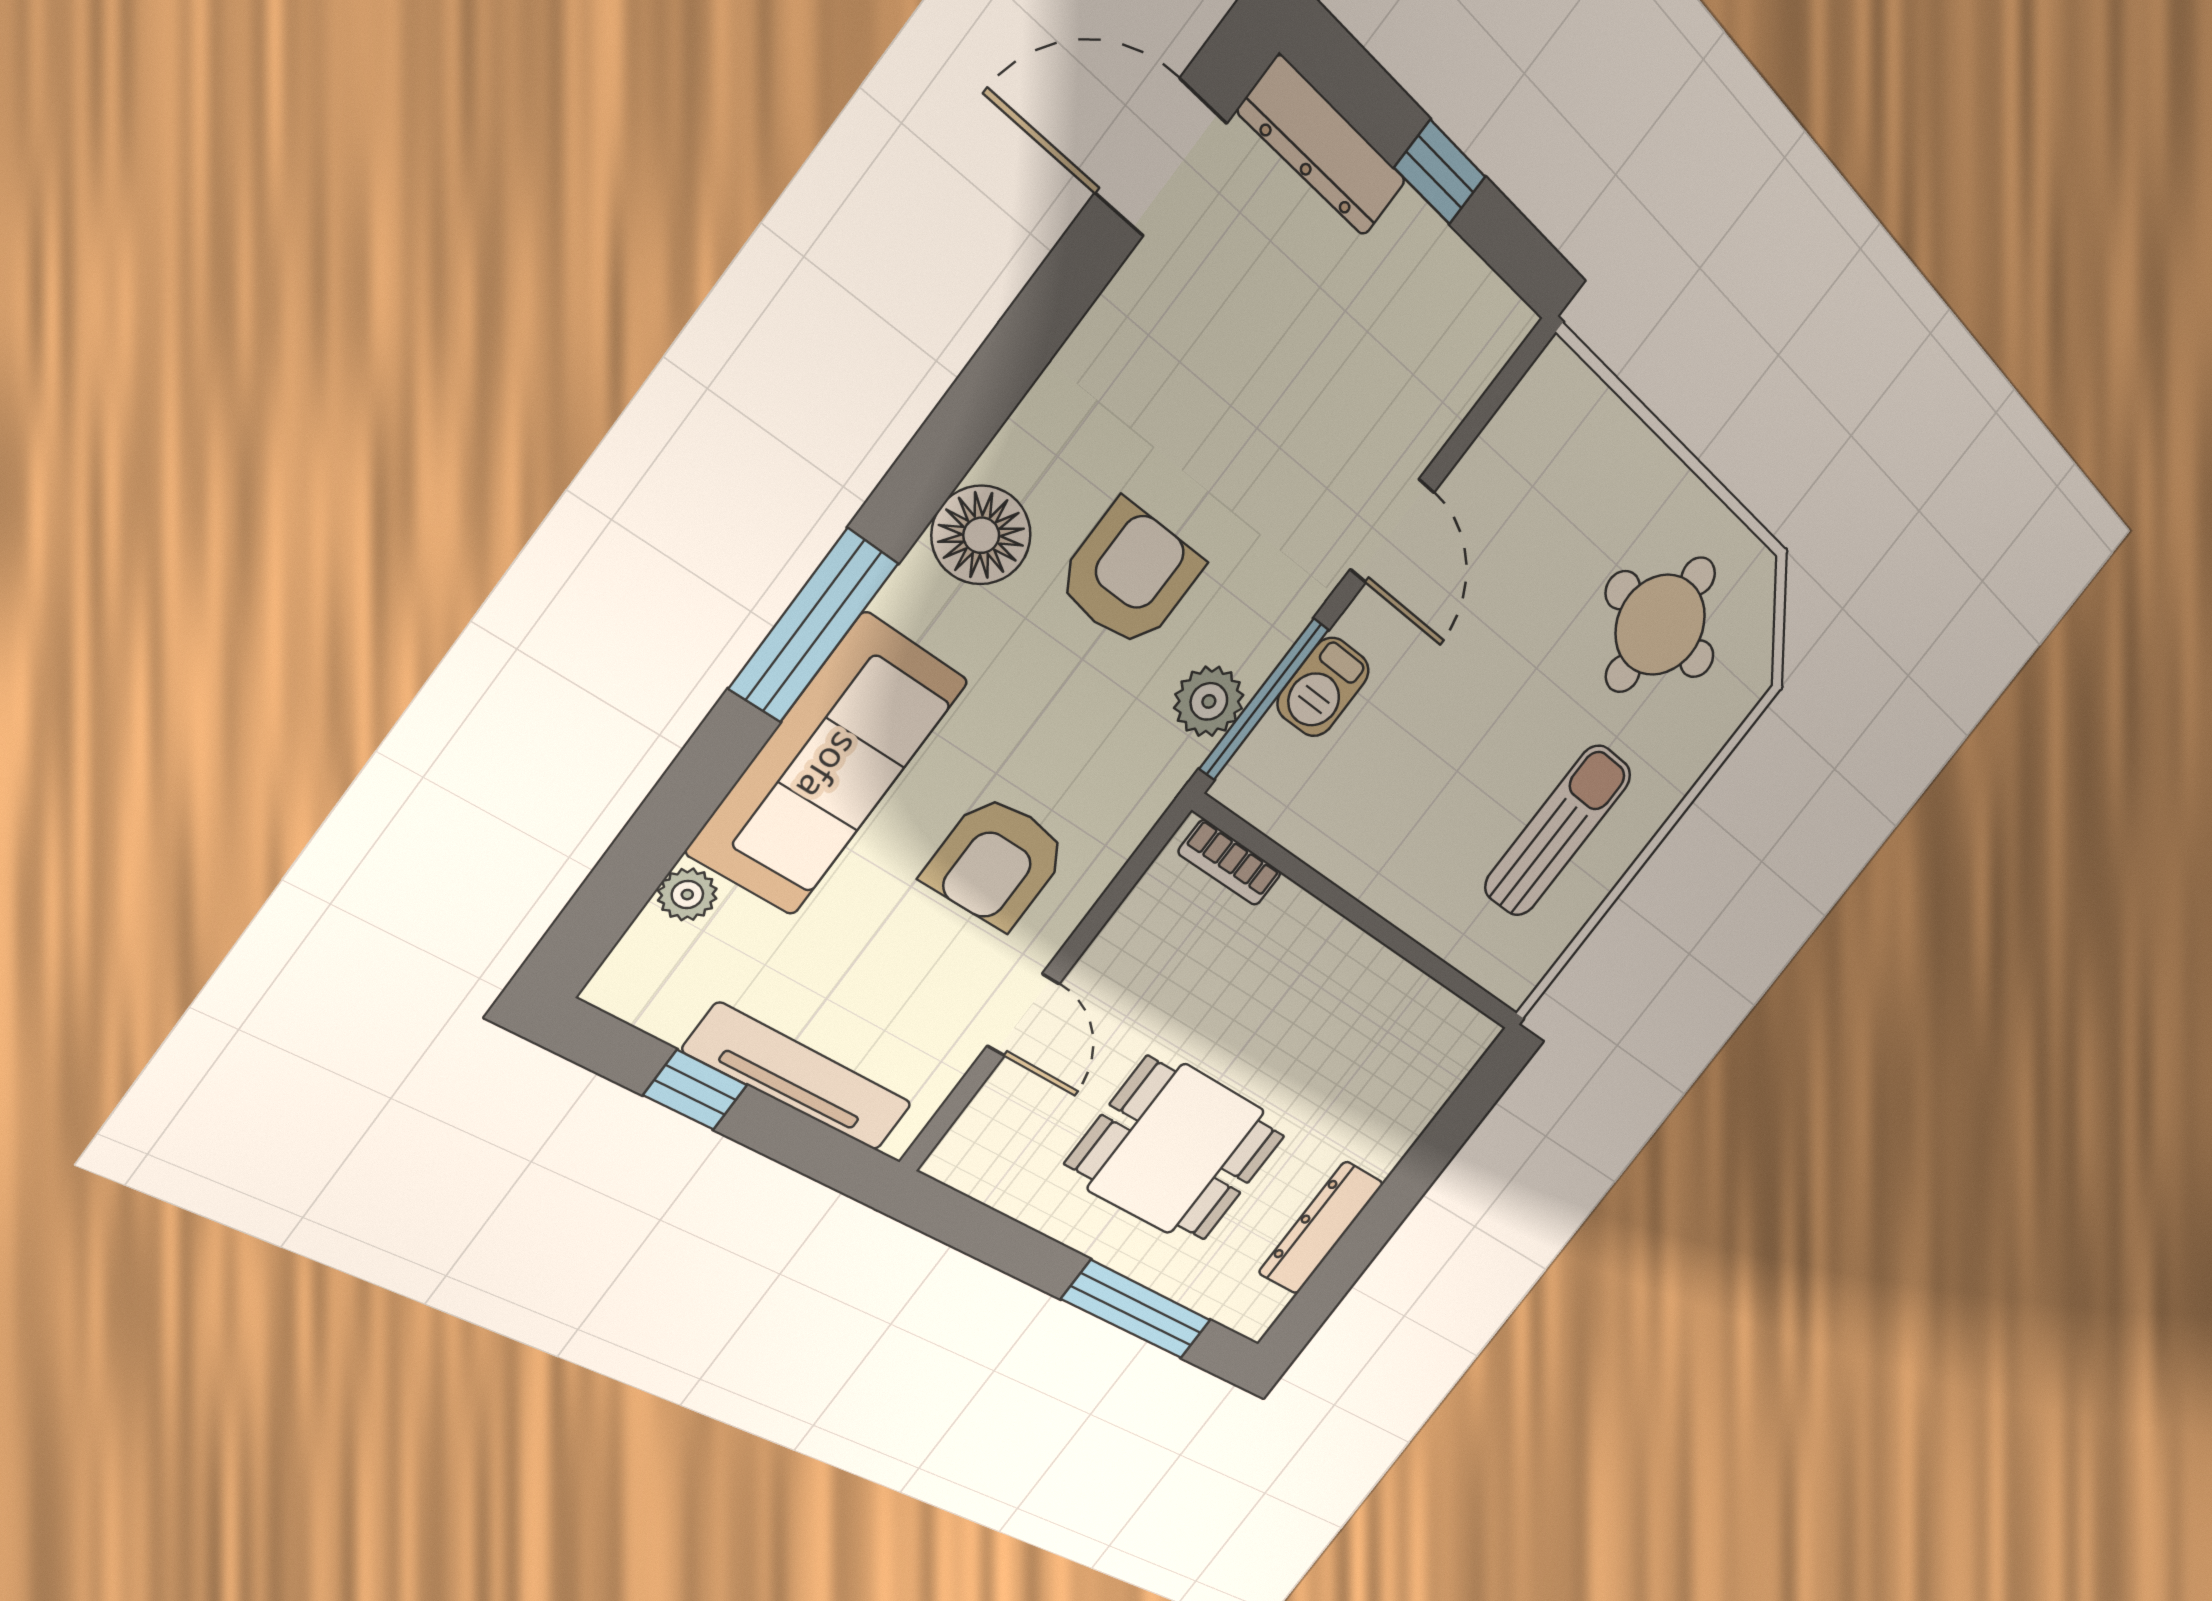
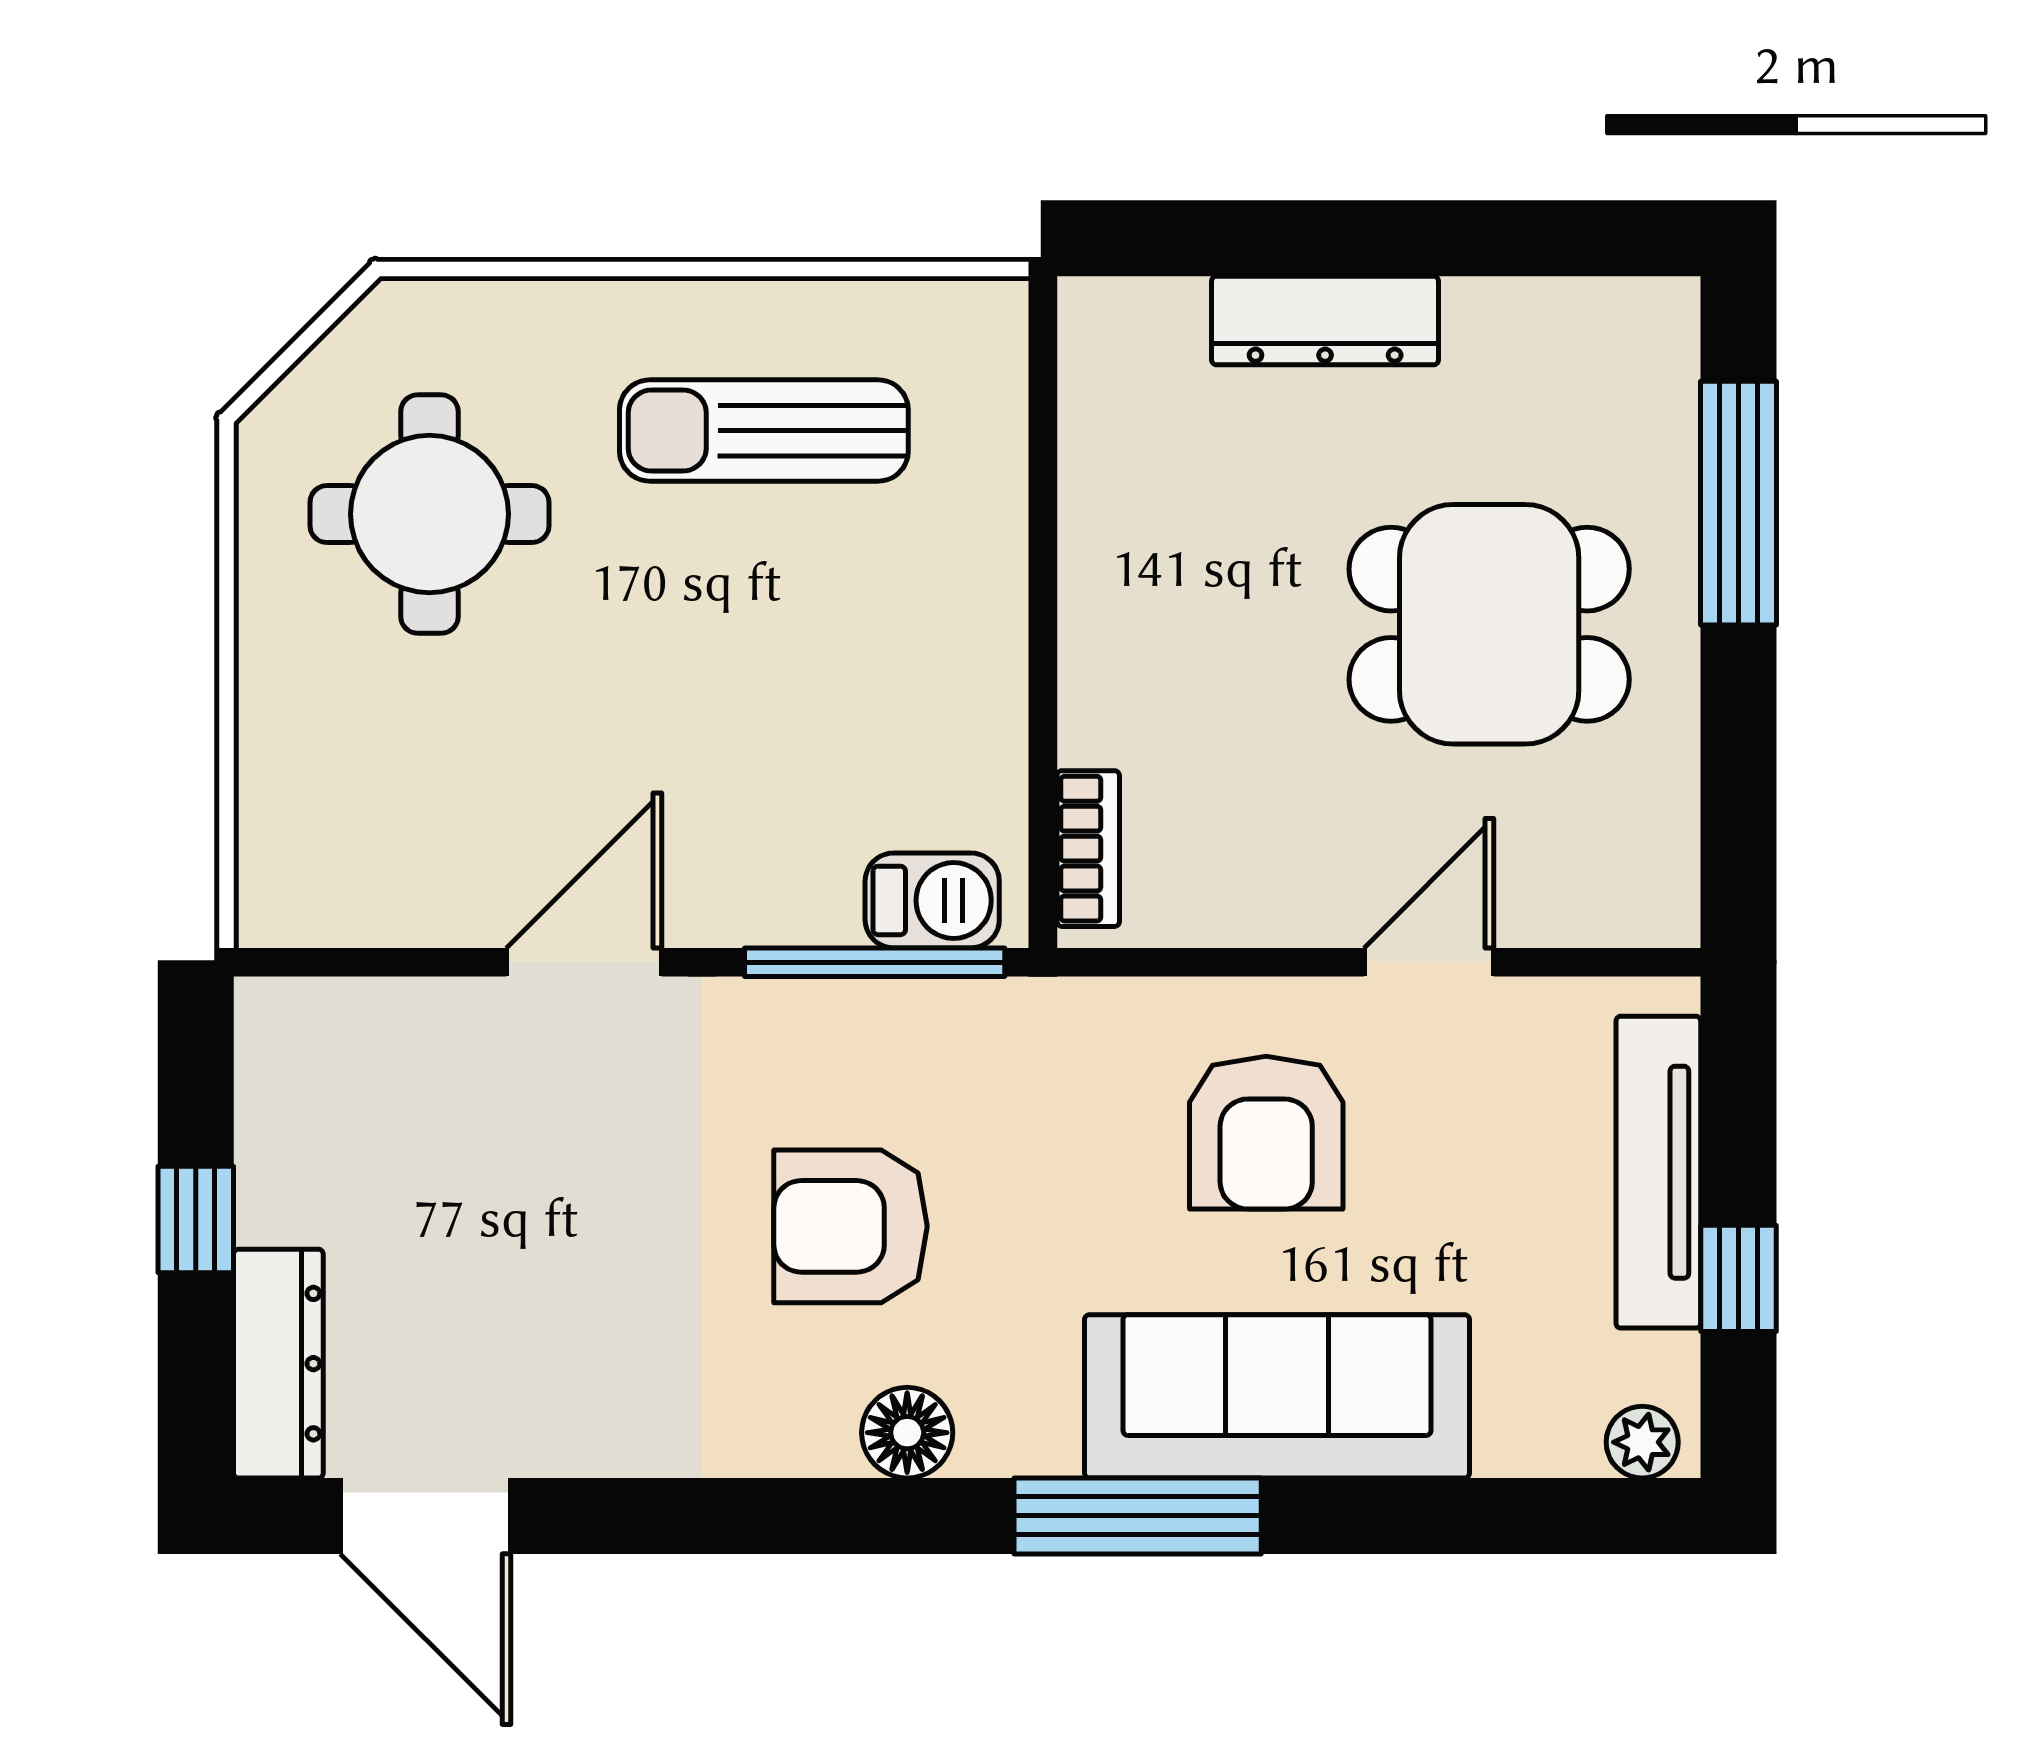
floor lamp: (981, 535) -> (907, 1433), width x0.73, depth x0.73
barbecue: (1323, 687) -> (932, 900), moved
plant: (1209, 701) -> (922, 1027), removed
armchair: (997, 862) -> (1266, 1133), turned 90
plant: (687, 895) -> (1642, 1442), moved
dining table: (1176, 1150) -> (1489, 624), turned 90
dresser: (1321, 1228) -> (1325, 321), moved

